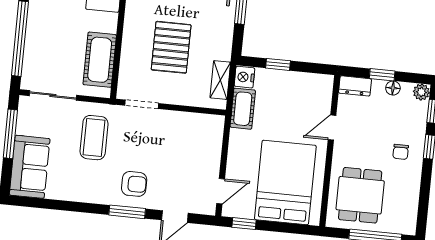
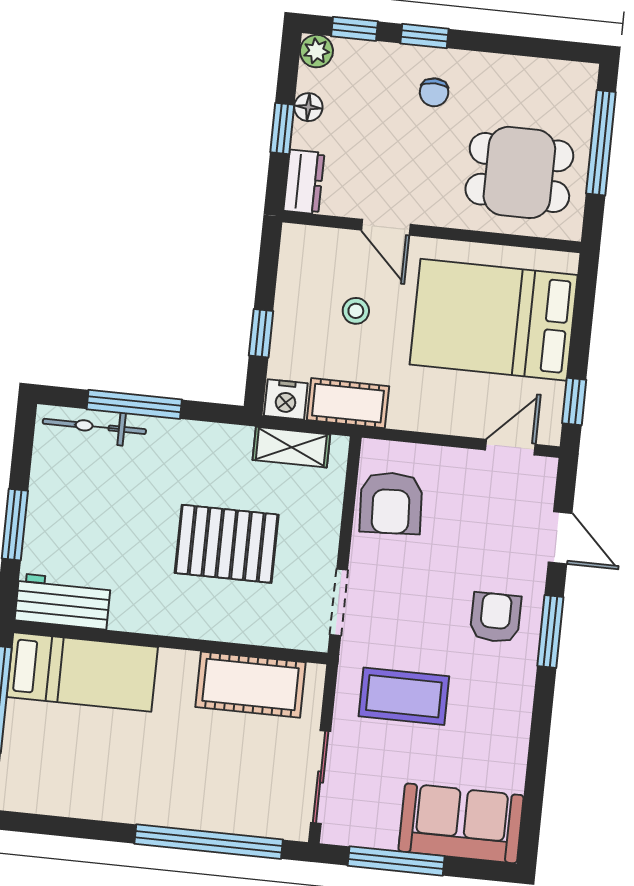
stool: (290, 112) -> (356, 311), added
armchair: (192, 131) -> (391, 503), added
chair: (401, 152) -> (434, 92), turned 90
door: (221, 191) -> (510, 447), hinge flipped

